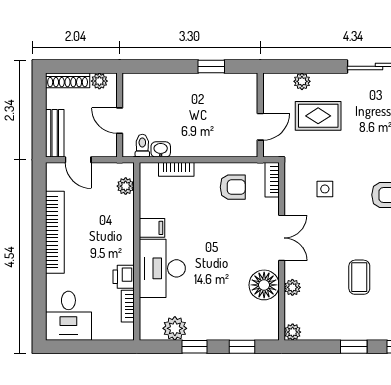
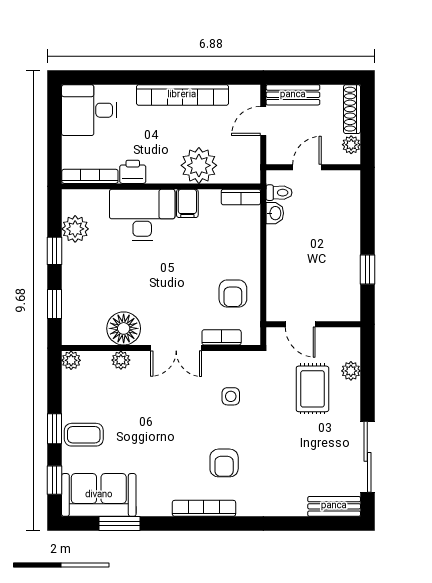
bookcase: (176, 169) -> (241, 197), moved, turned -90
bookcase: (272, 180) -> (222, 337), moved
plant: (126, 186) -> (199, 165), moved, width x1.87, depth x1.87
coffee table: (359, 277) -> (84, 435), moved
bookcase: (128, 306) -> (90, 176), width x1.56

